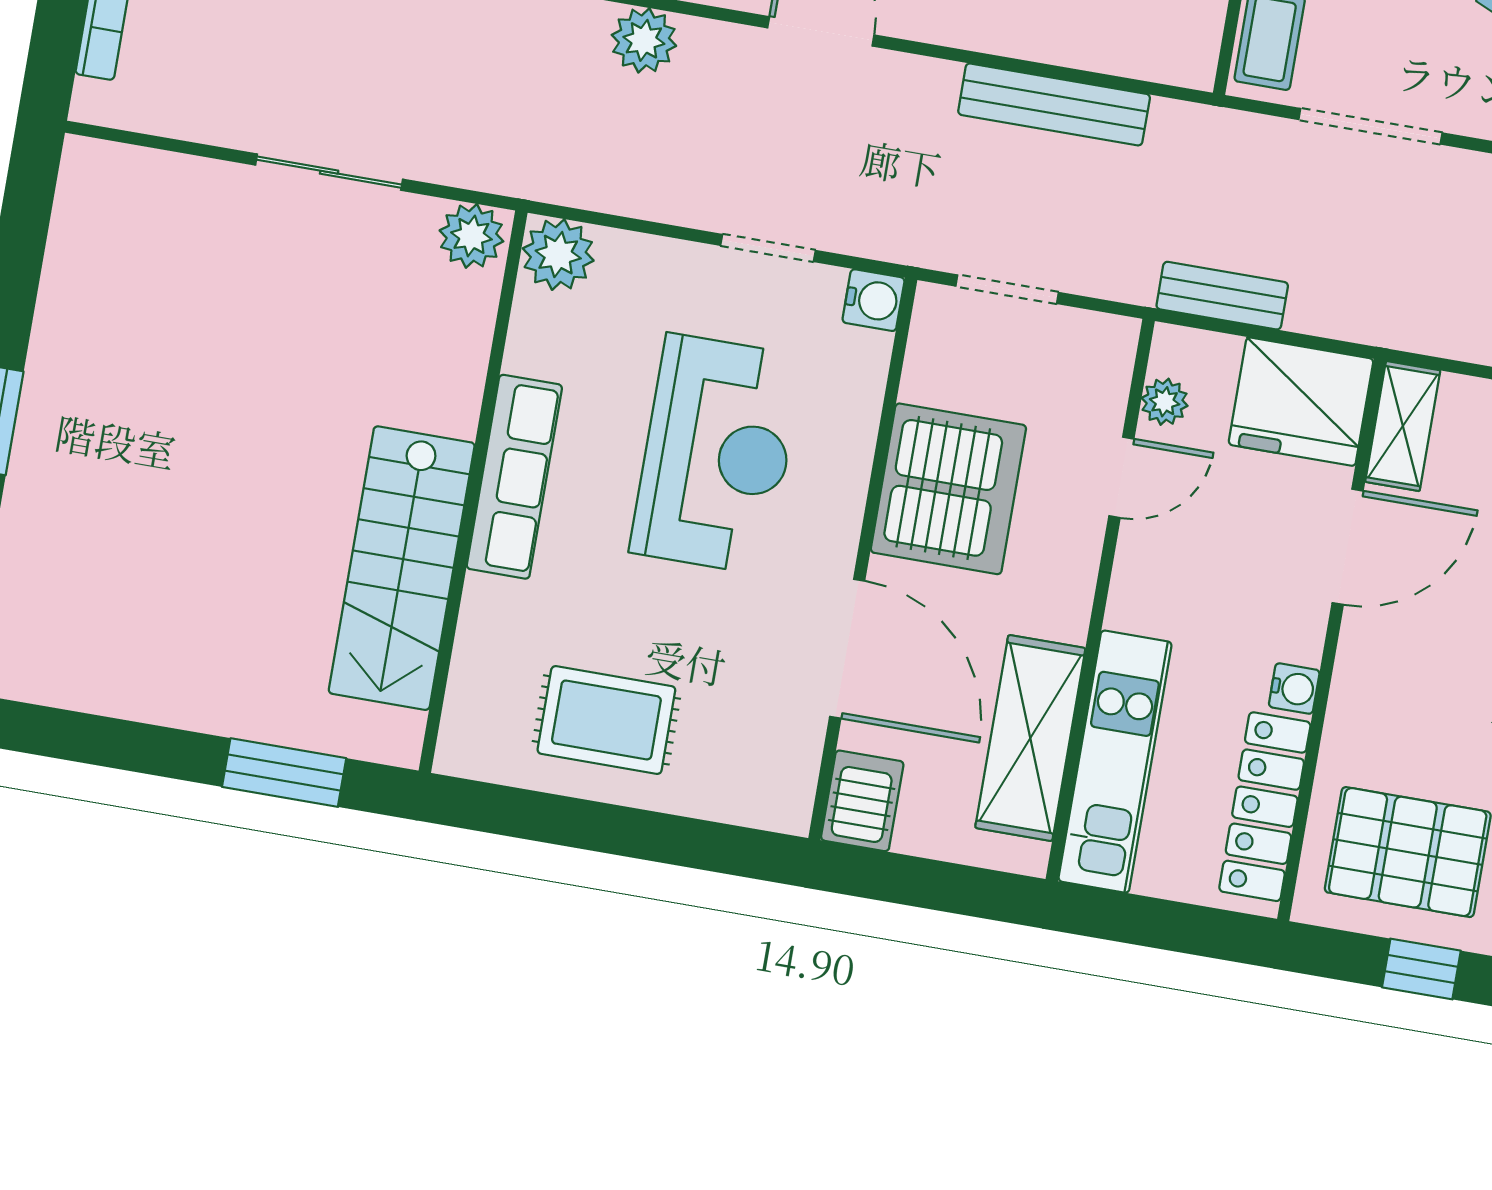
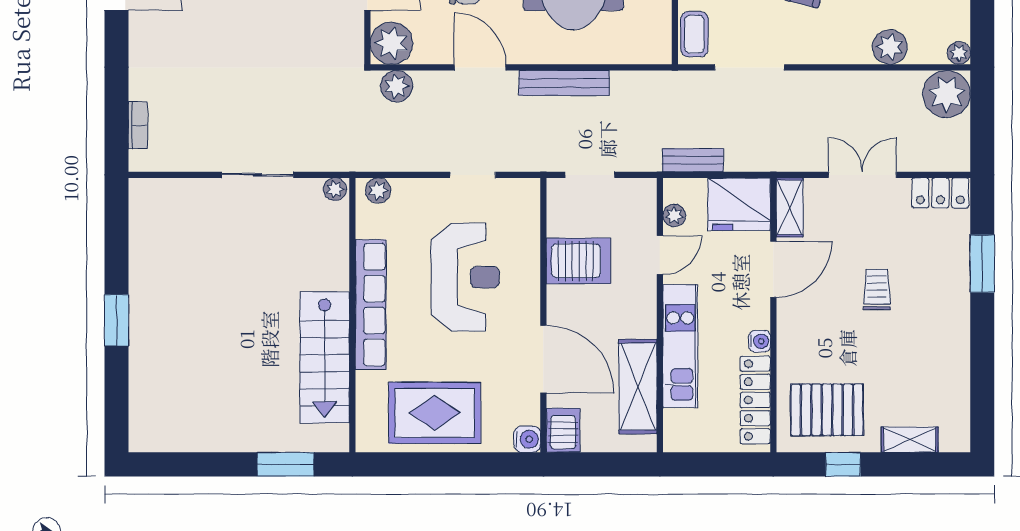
bench: (1054, 104) -> (564, 83), moved
plant: (471, 236) -> (335, 189), width x0.73, depth x0.73
plant: (558, 255) -> (378, 190), width x0.73, depth x0.73
water cooler: (873, 300) -> (527, 439), moved
row of seats: (514, 477) -> (371, 305), width x1.36
server rack: (948, 489) -> (578, 261), width x0.62
rug: (606, 720) -> (435, 413), width x1.36, depth x1.43
kitchen unit: (1115, 762) -> (680, 346), moved

